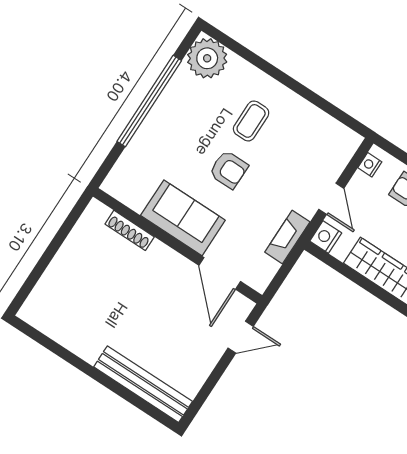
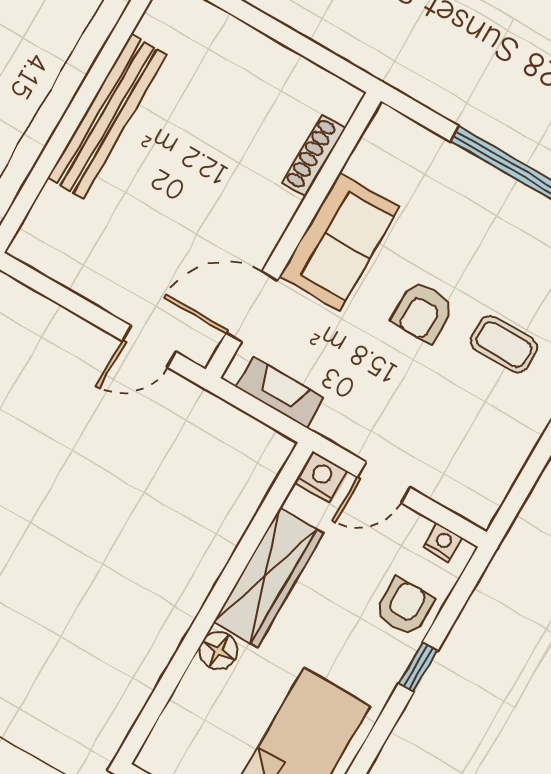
fireplace: (287, 237) -> (280, 392), moved
door: (241, 337) -> (149, 346), hinge flipped
bench: (143, 384) -> (107, 116), moved

